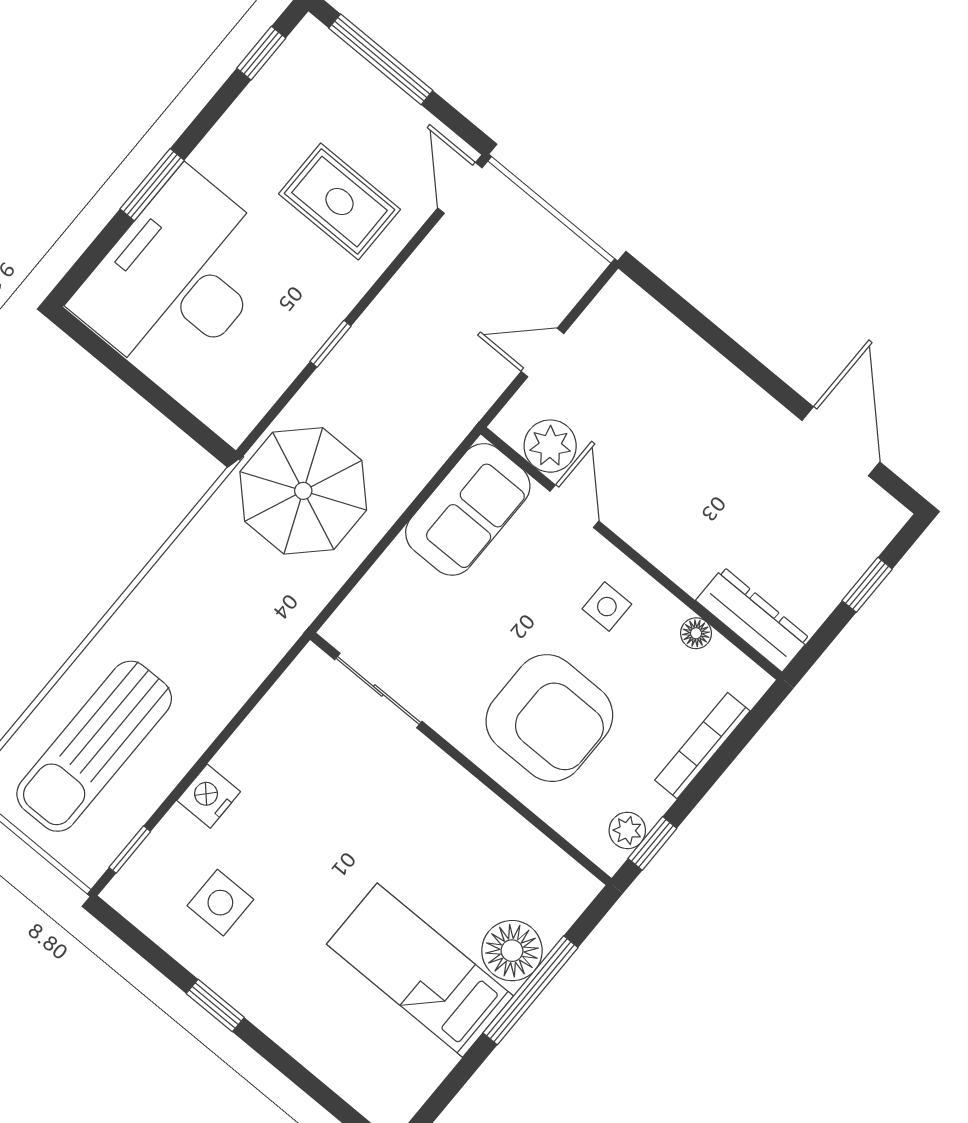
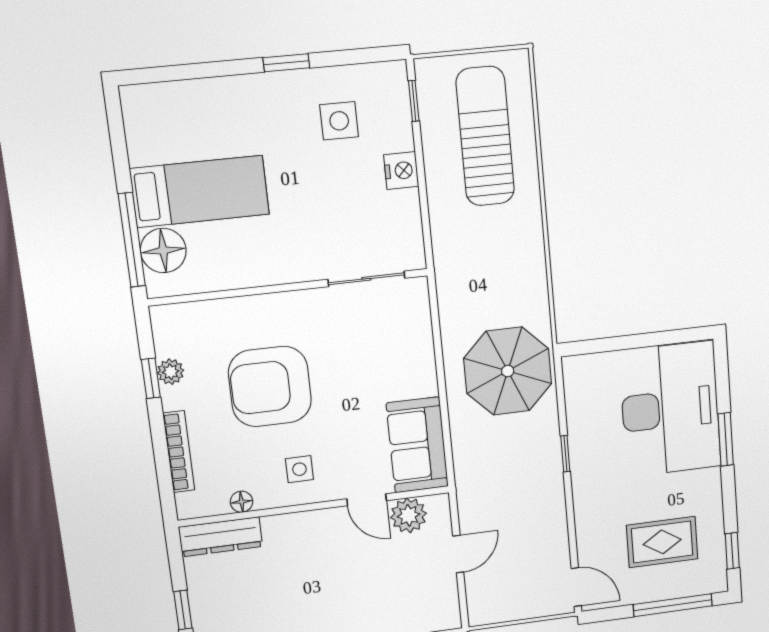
rug: (339, 202) -> (662, 542), moved
sliding door: (378, 690) -> (366, 279), moved
wall: (461, 759) -> (289, 287), moved

